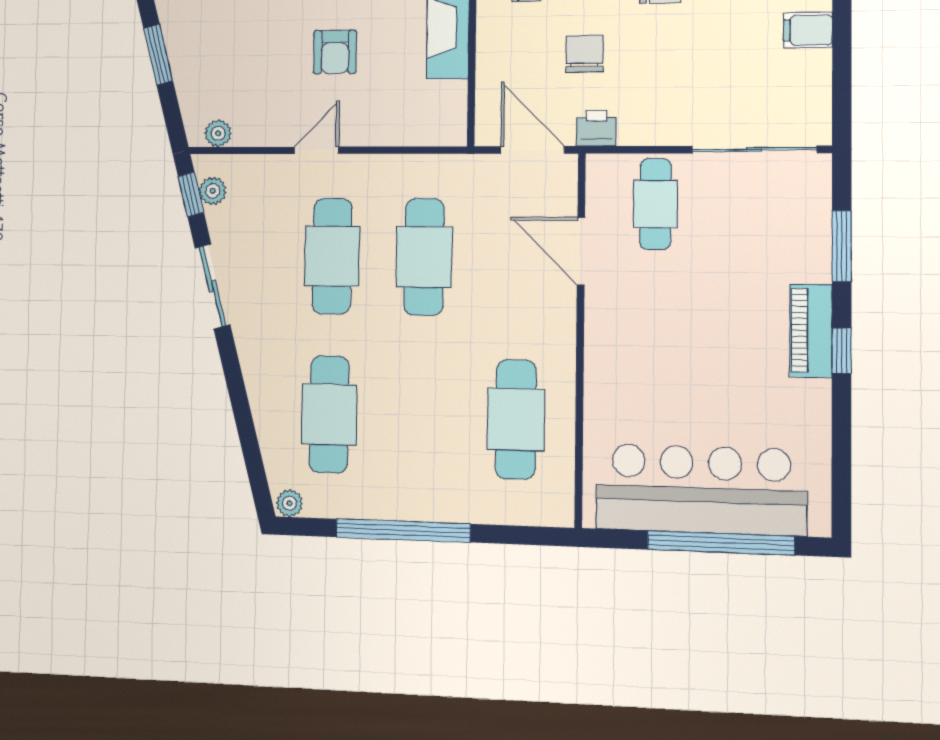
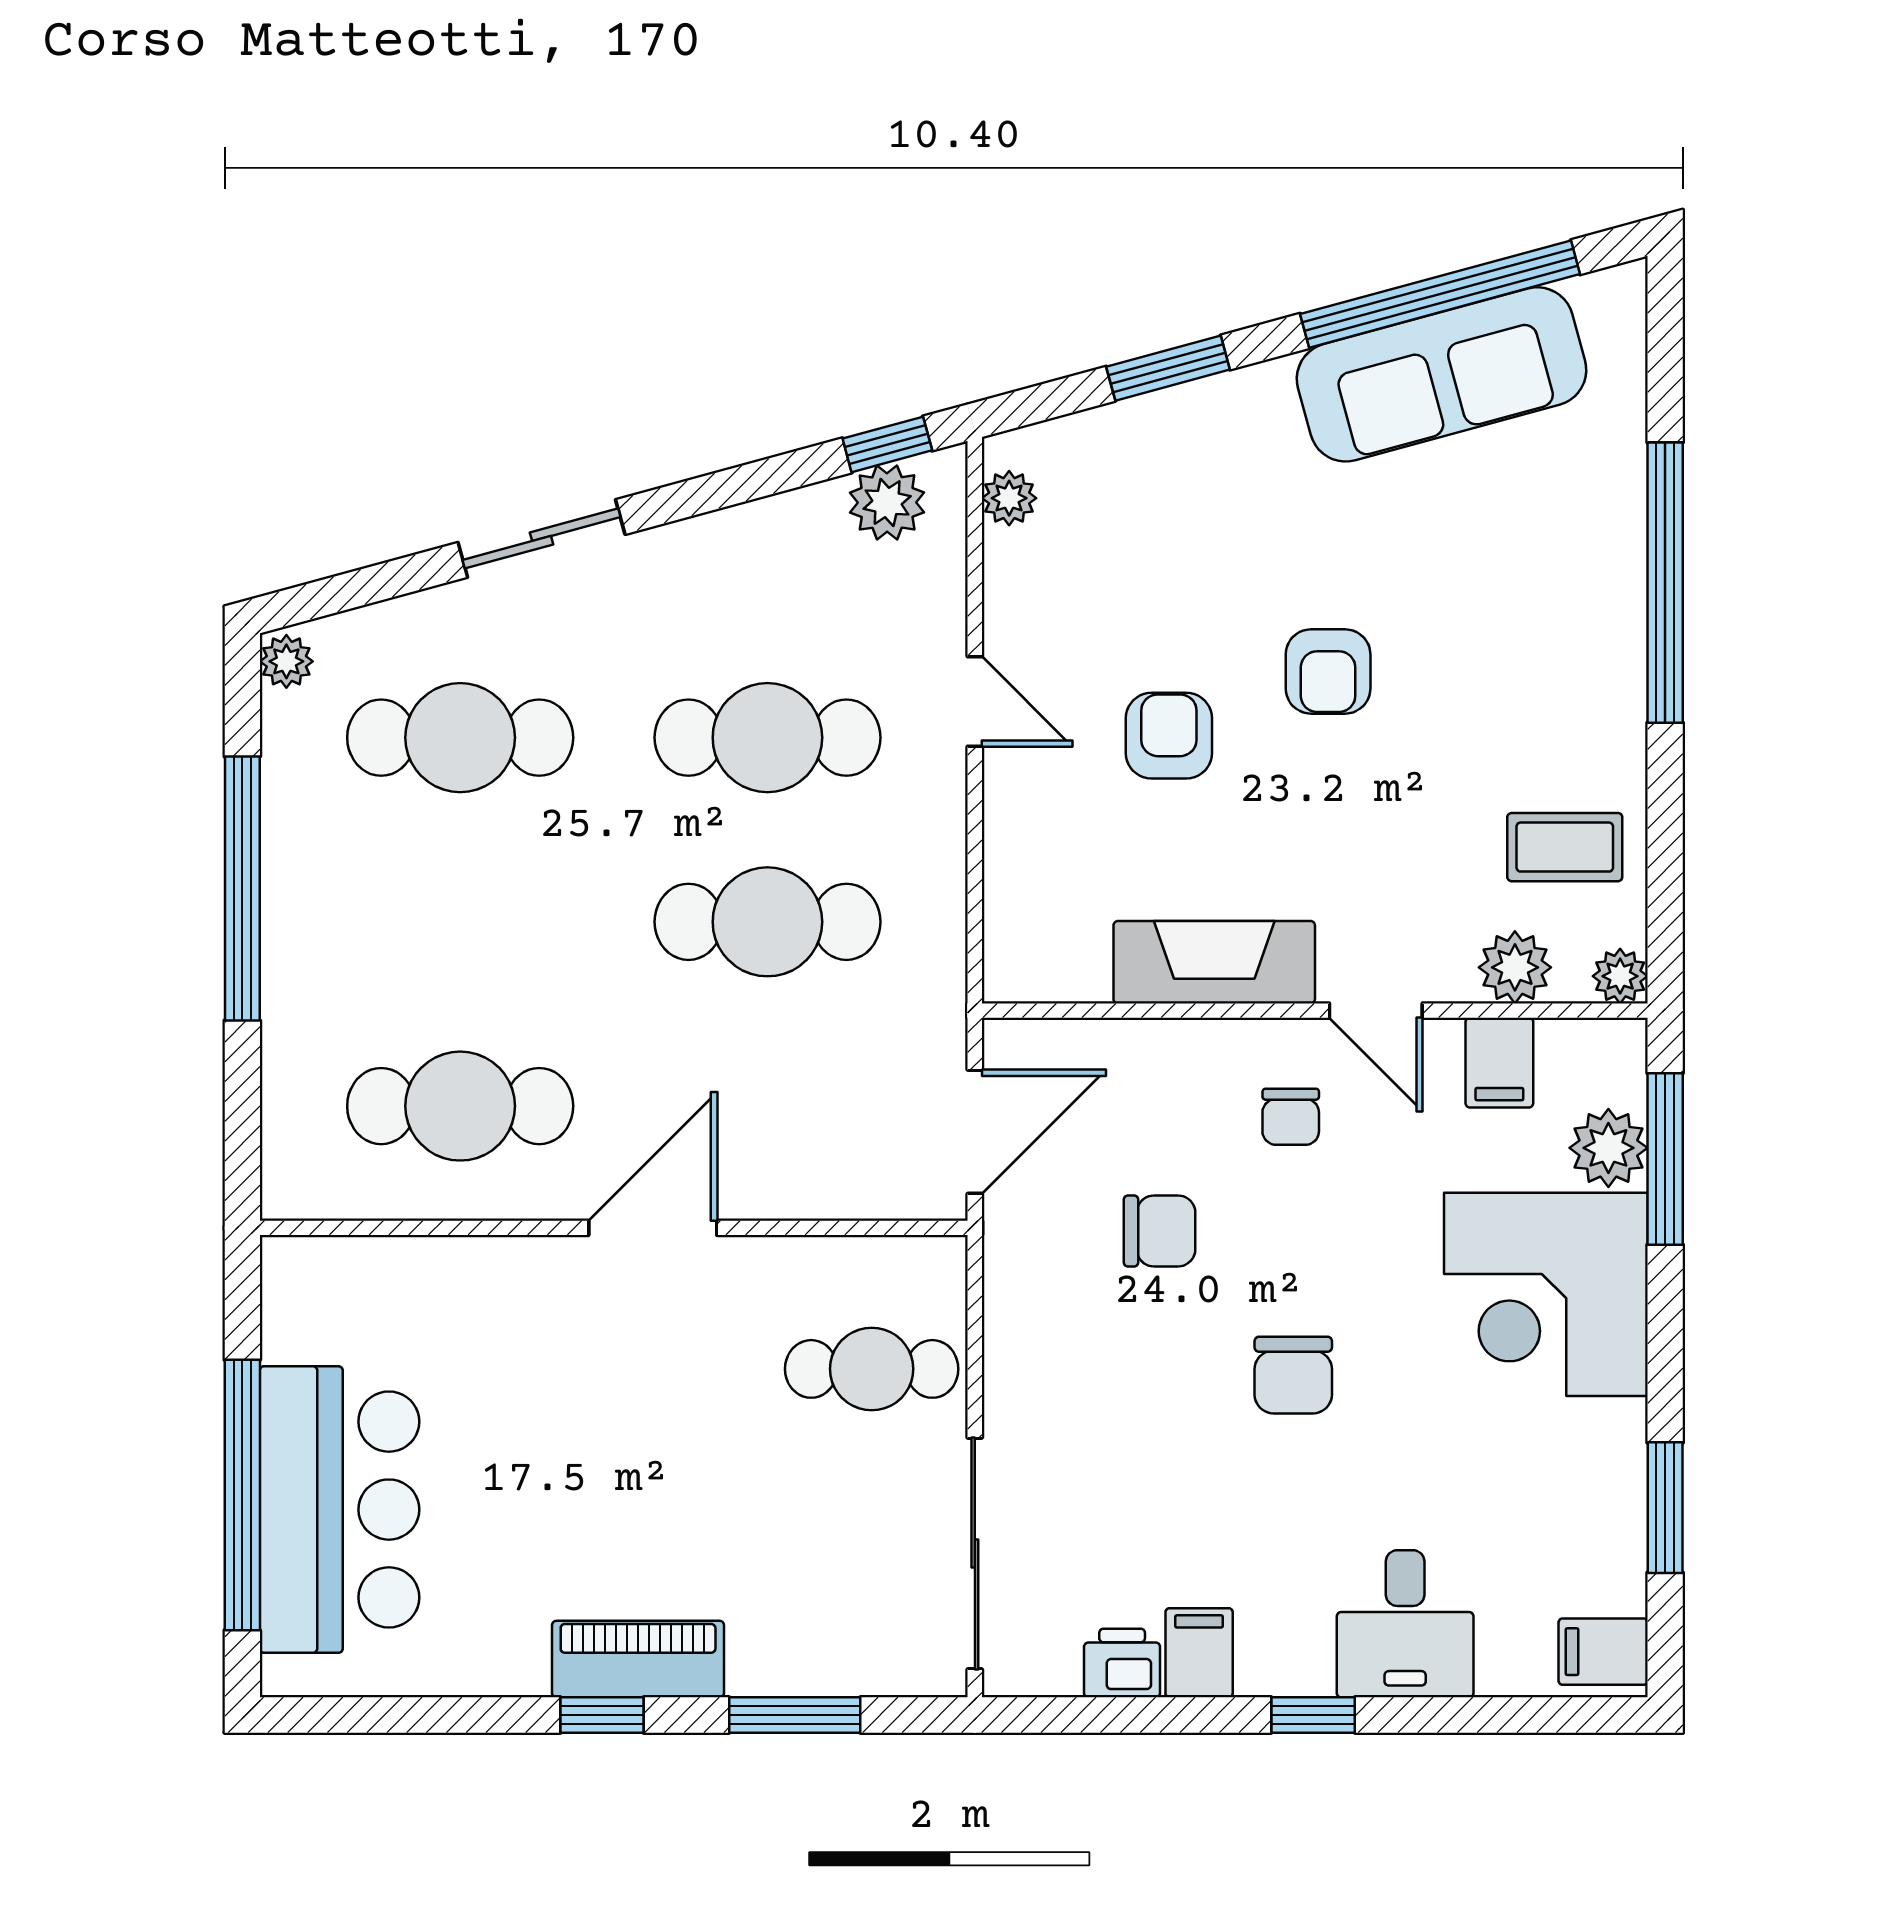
armchair: (335, 52) -> (1169, 736), turned 90
printer: (596, 128) -> (1122, 1663), moved, turned -90
plant: (213, 191) -> (887, 502), width x1.38, depth x1.38
door: (581, 251) -> (653, 1228), moved
sliding door: (212, 286) -> (542, 538), moved
bar counter: (701, 489) -> (339, 1510), width x0.73

